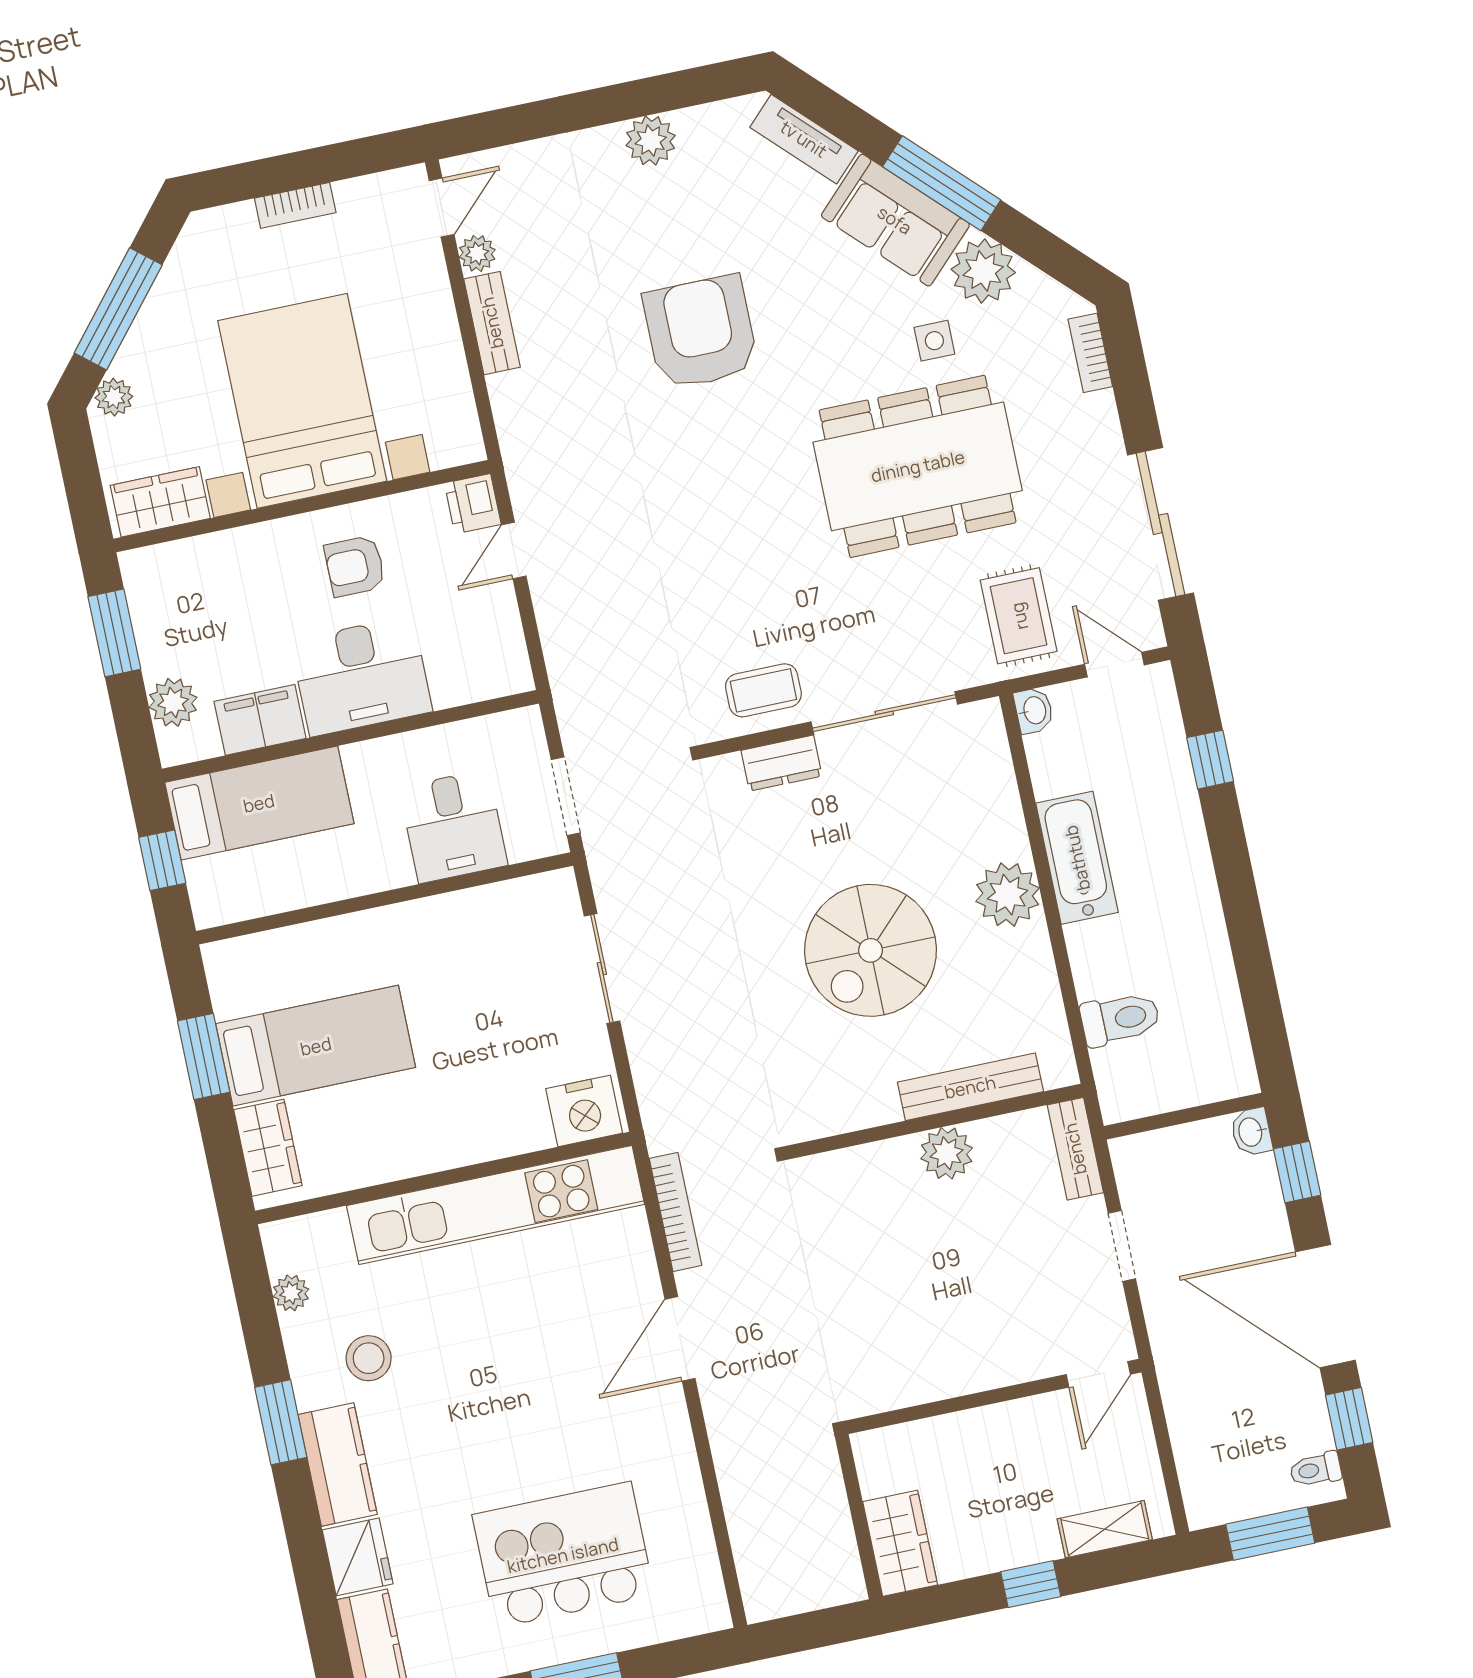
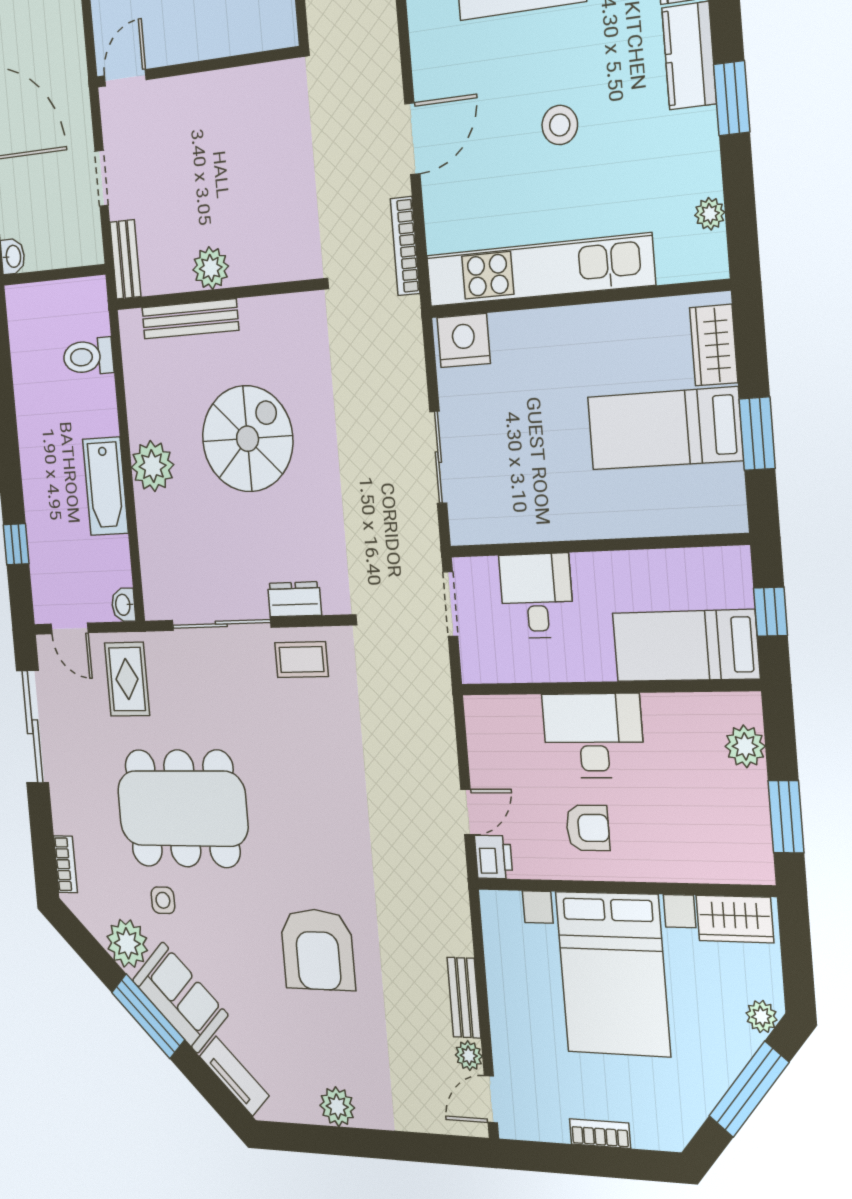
filing cabinet: (260, 720) -> (677, 716), removed
stool: (369, 1358) -> (560, 125), moved

